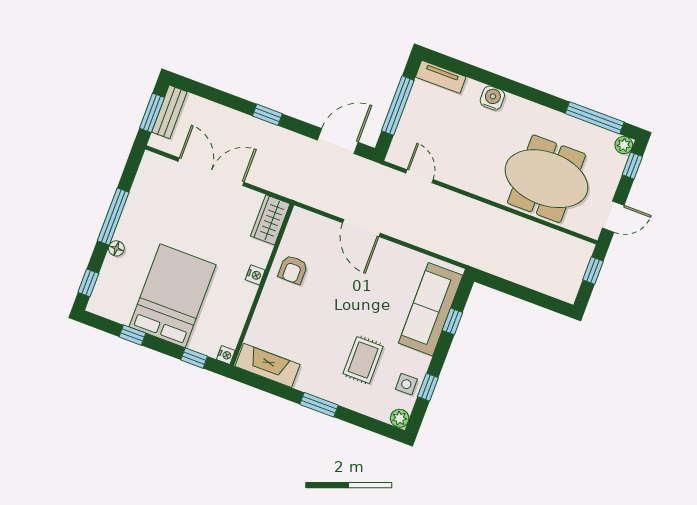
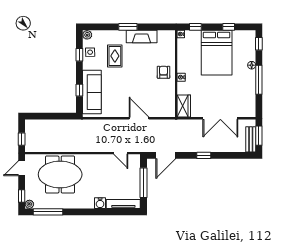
tv unit: (441, 77) -> (123, 204), width x1.41
armchair: (293, 270) -> (163, 72), moved
fireplace: (268, 365) -> (142, 36), moved

